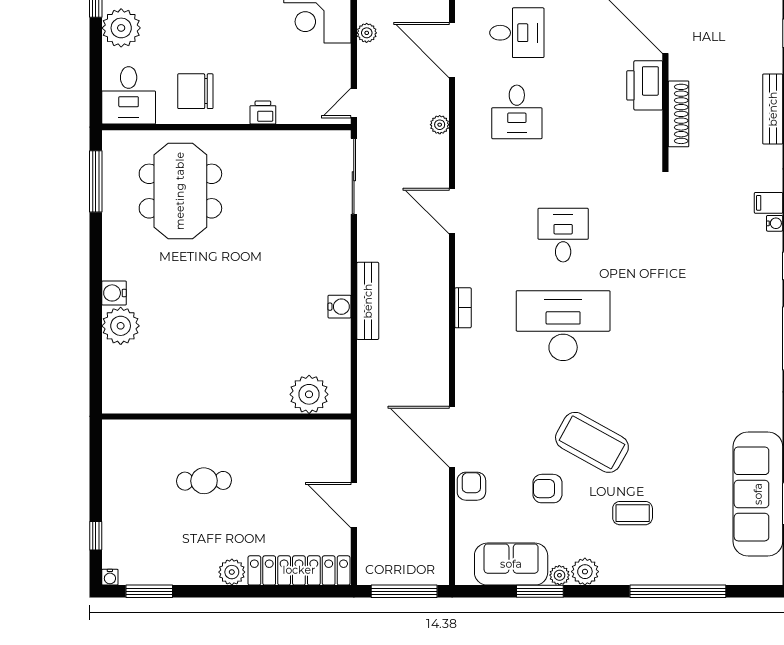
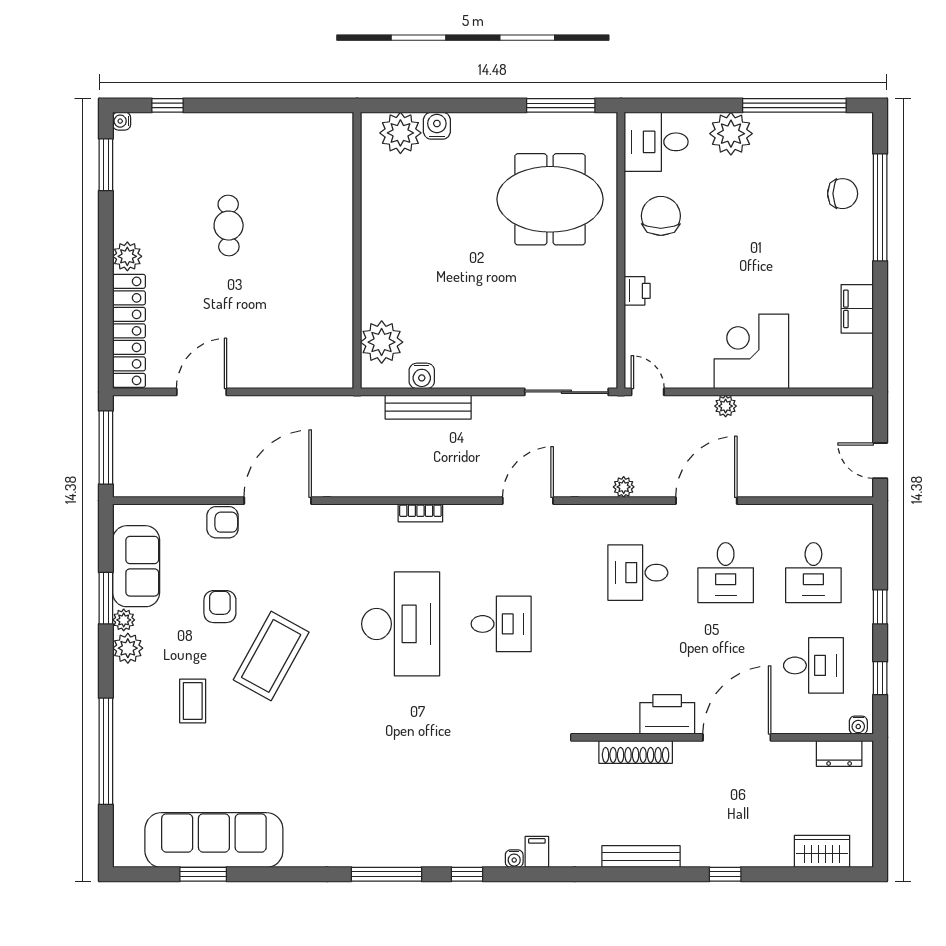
plant: (309, 394) -> (382, 342), moved
wall: (226, 416) -> (357, 250), moved

